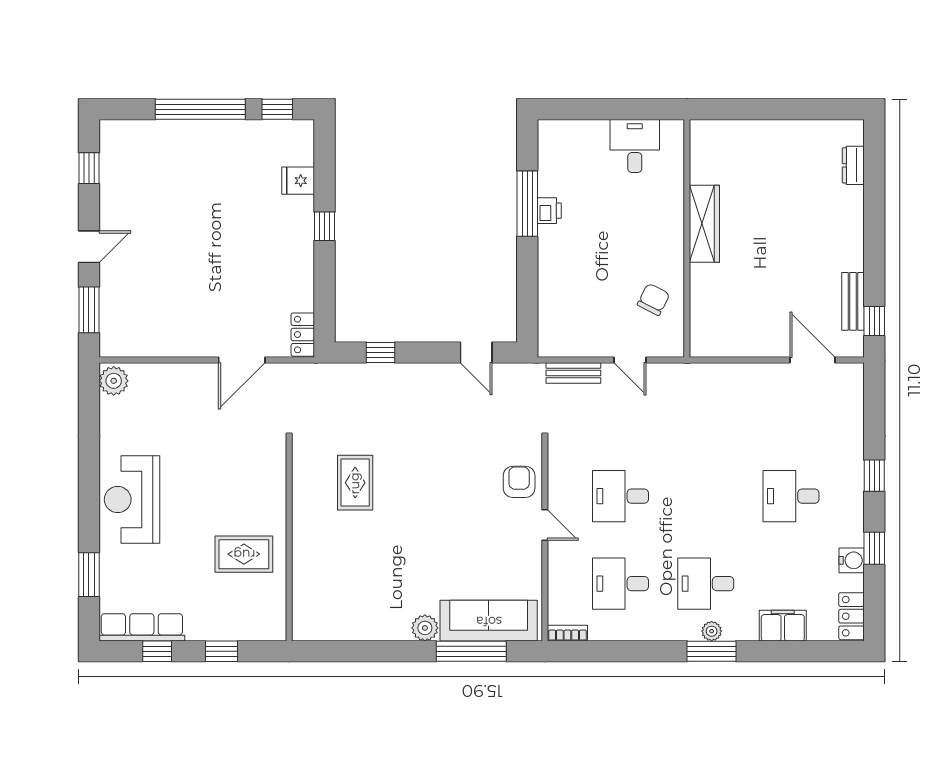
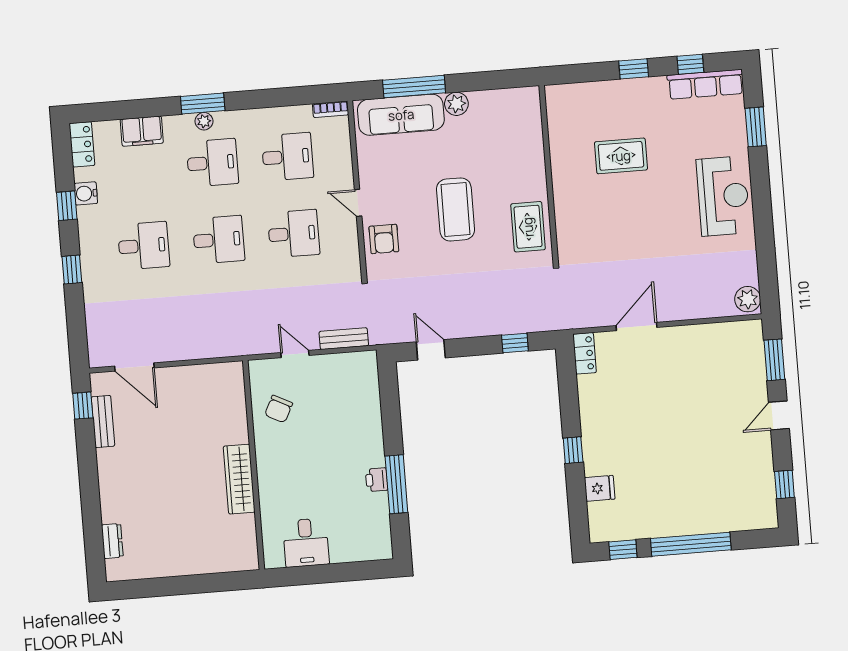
desk: (706, 496) -> (219, 240), added
coffee table: (436, 509) -> (456, 209), added
wall: (289, 540) -> (549, 174), moved

